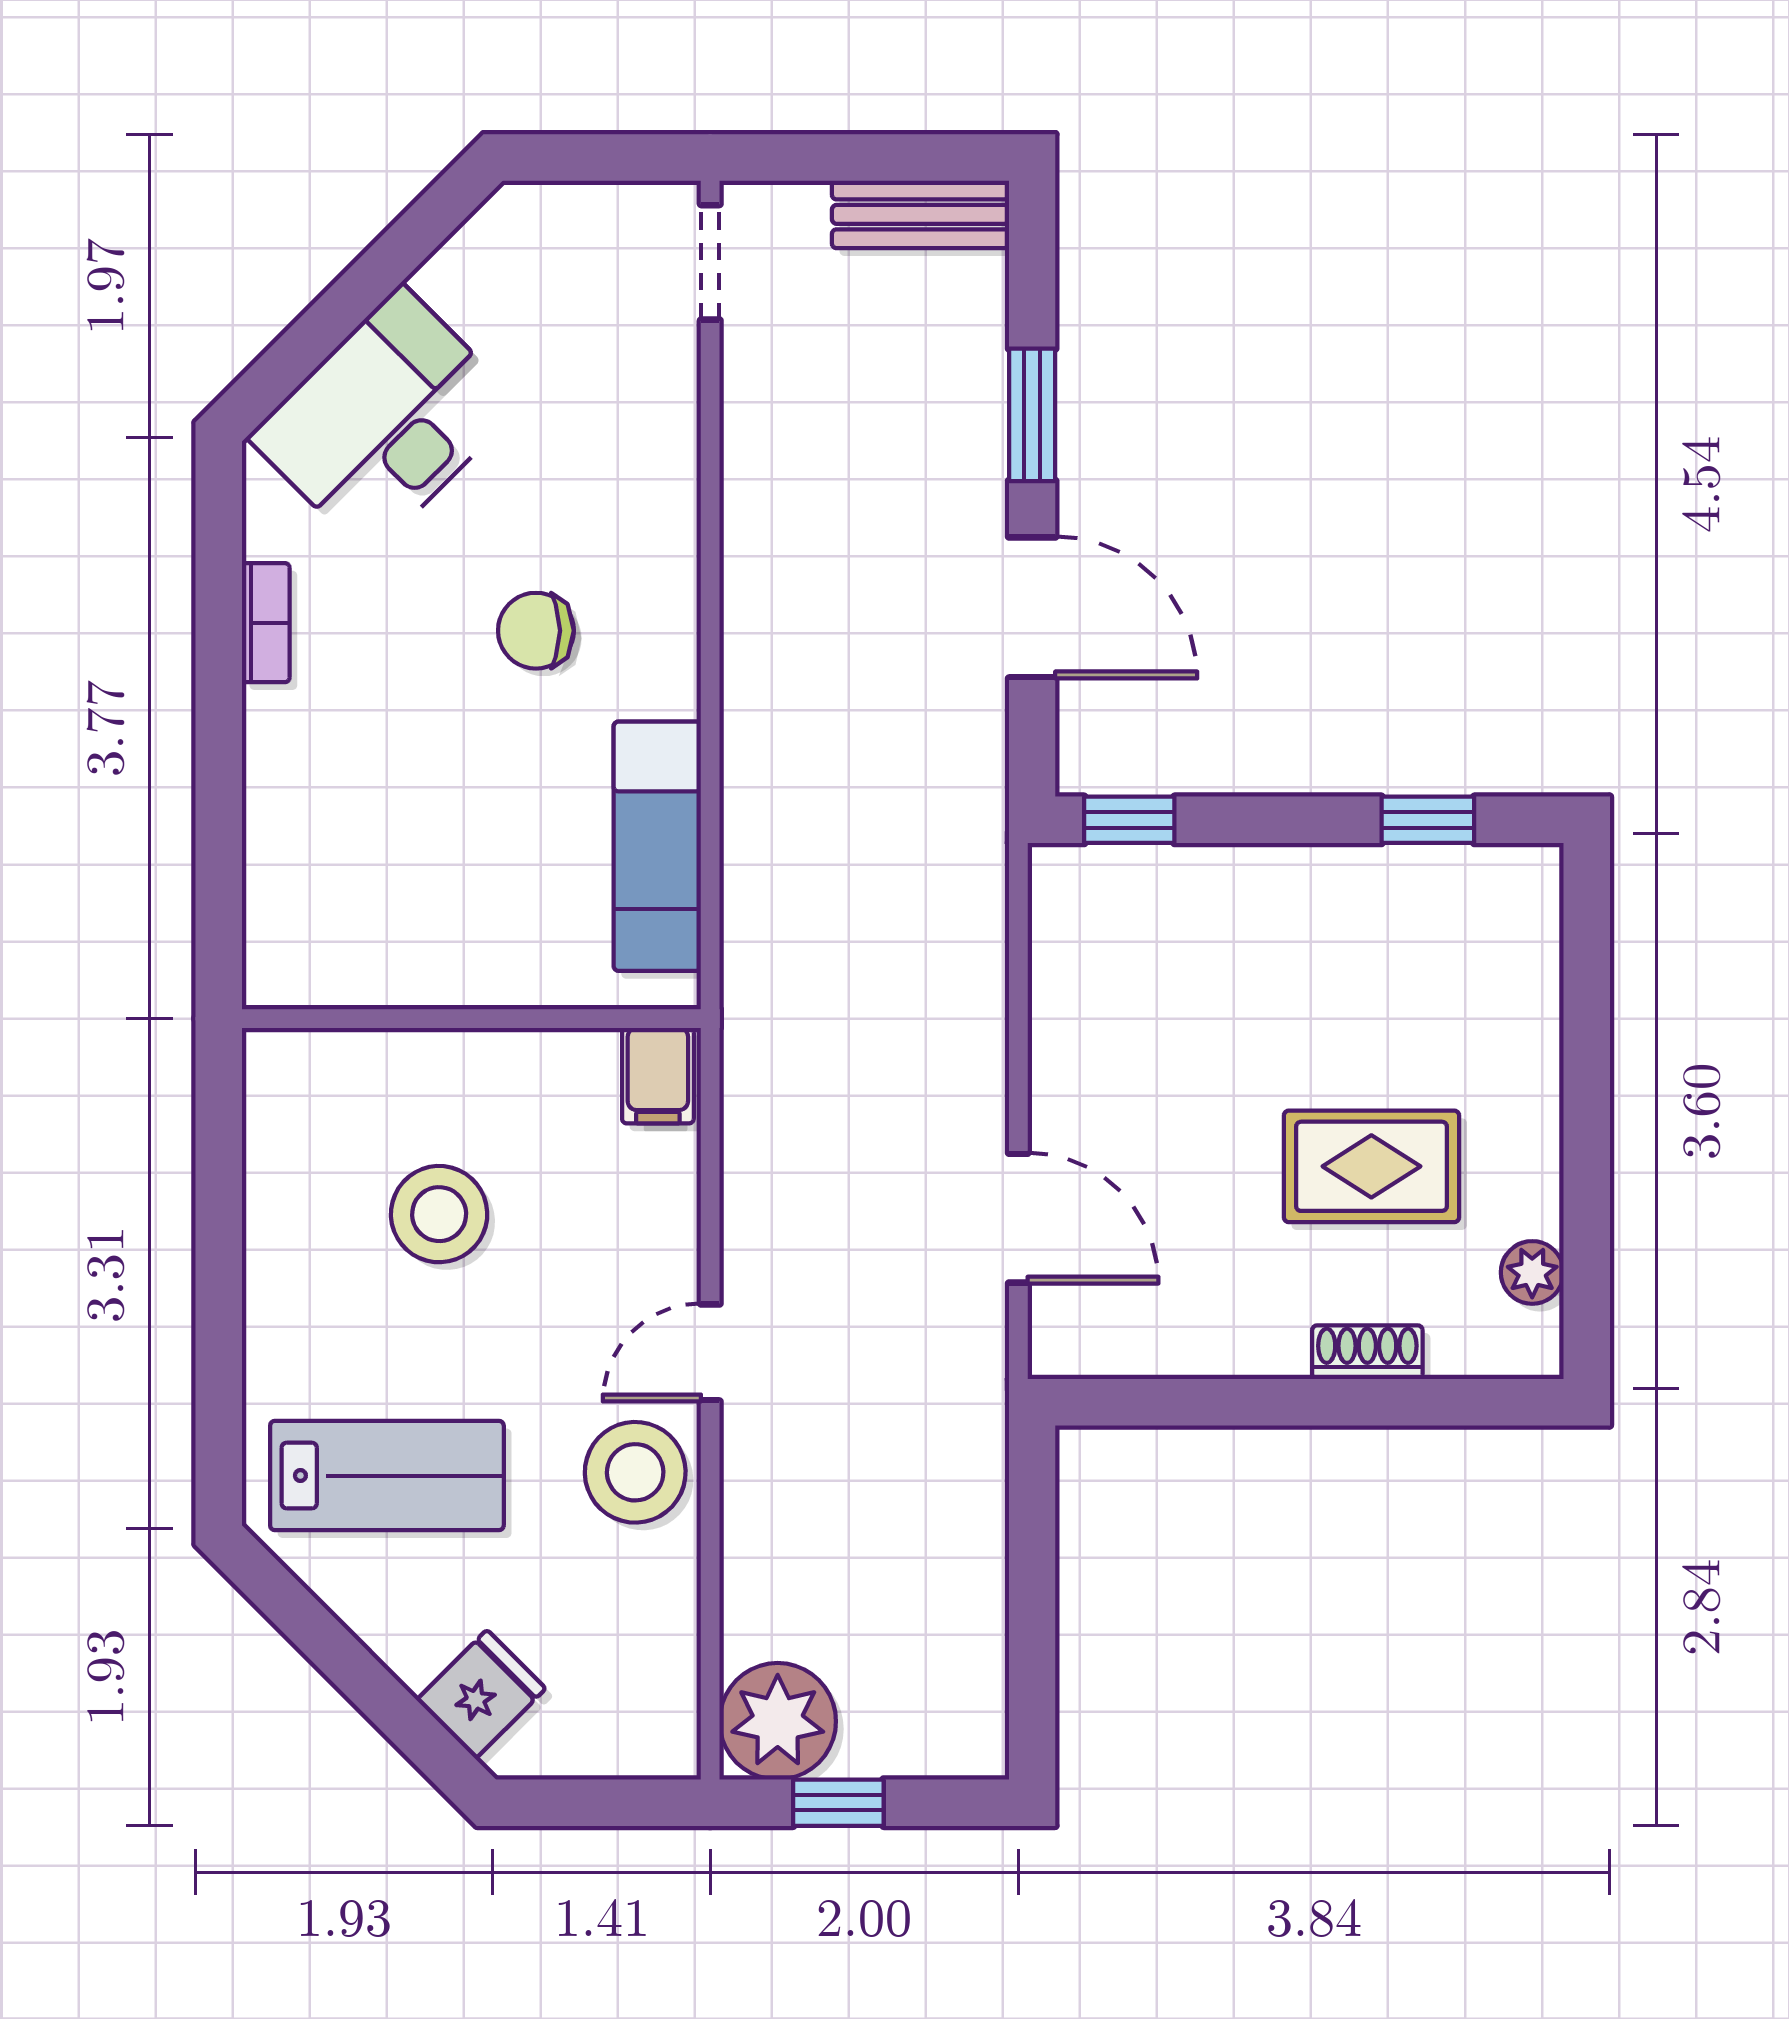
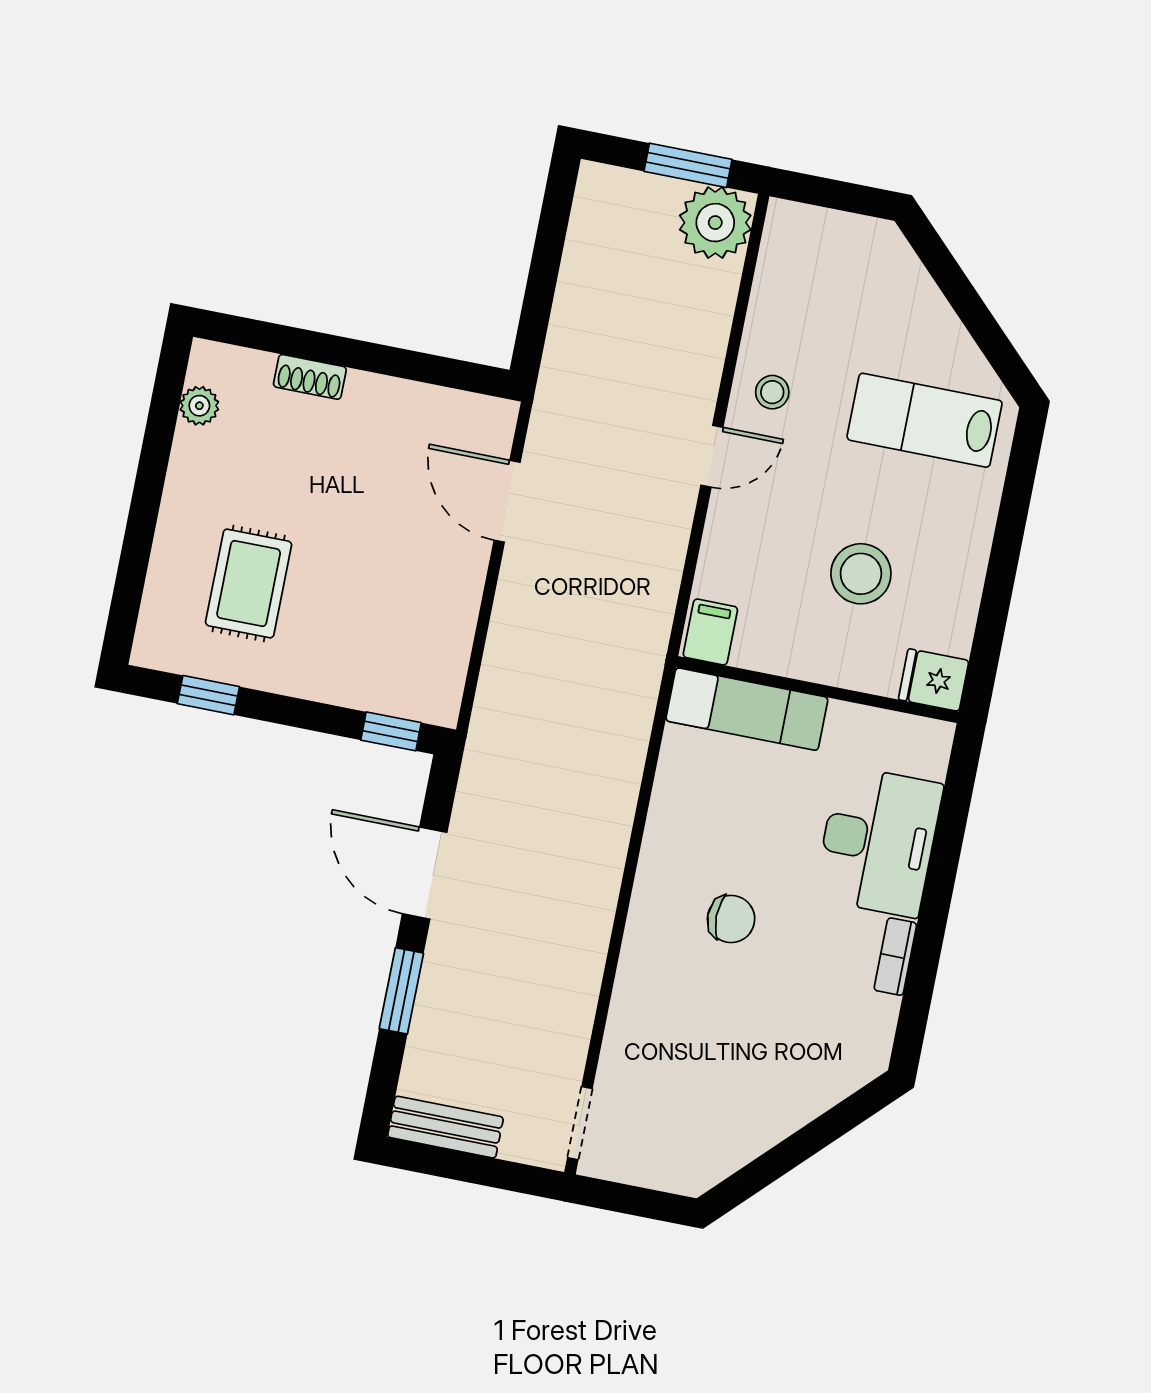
desk: (385, 421) -> (878, 841), moved, turned -45
exam couch: (657, 846) -> (747, 709), moved, turned 90
rug: (1371, 1166) -> (249, 584), moved, turned 90
stool: (635, 1472) -> (772, 392), width x0.53, depth x0.53
fridge: (481, 1694) -> (934, 680), moved, turned 45
window: (838, 1803) -> (688, 165), width x1.50

